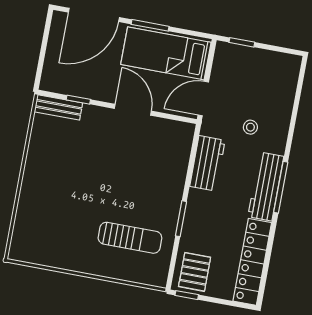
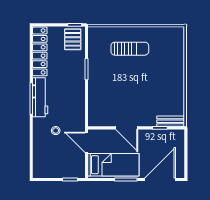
door: (203, 98) -> (87, 142), swing flipped
workbench: (207, 163) -> (77, 105), removed
sun lounger: (130, 238) -> (130, 49), moved, turned 180

